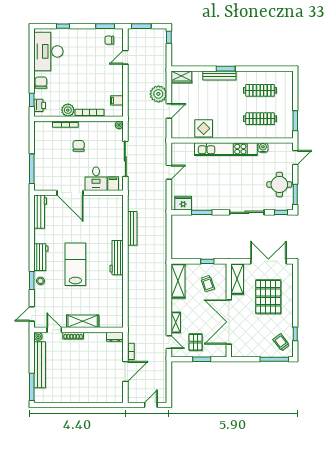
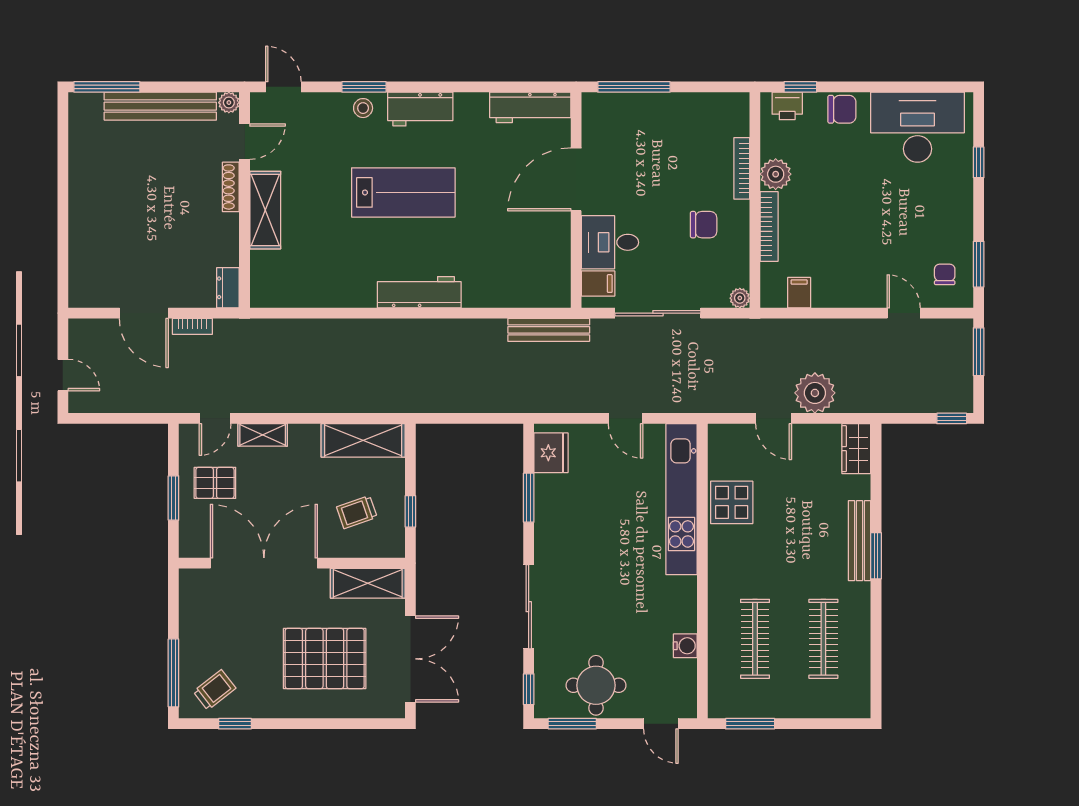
chair: (79, 146) -> (704, 225), moved
kitchen unit: (226, 149) -> (681, 499), moved
bench: (132, 228) -> (549, 330), moved

